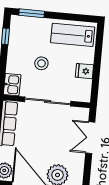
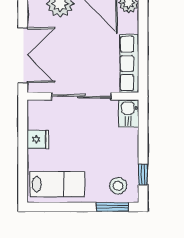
stool: (41, 63) -> (118, 186), moved
double door: (90, 138) -> (23, 55), width x1.37

